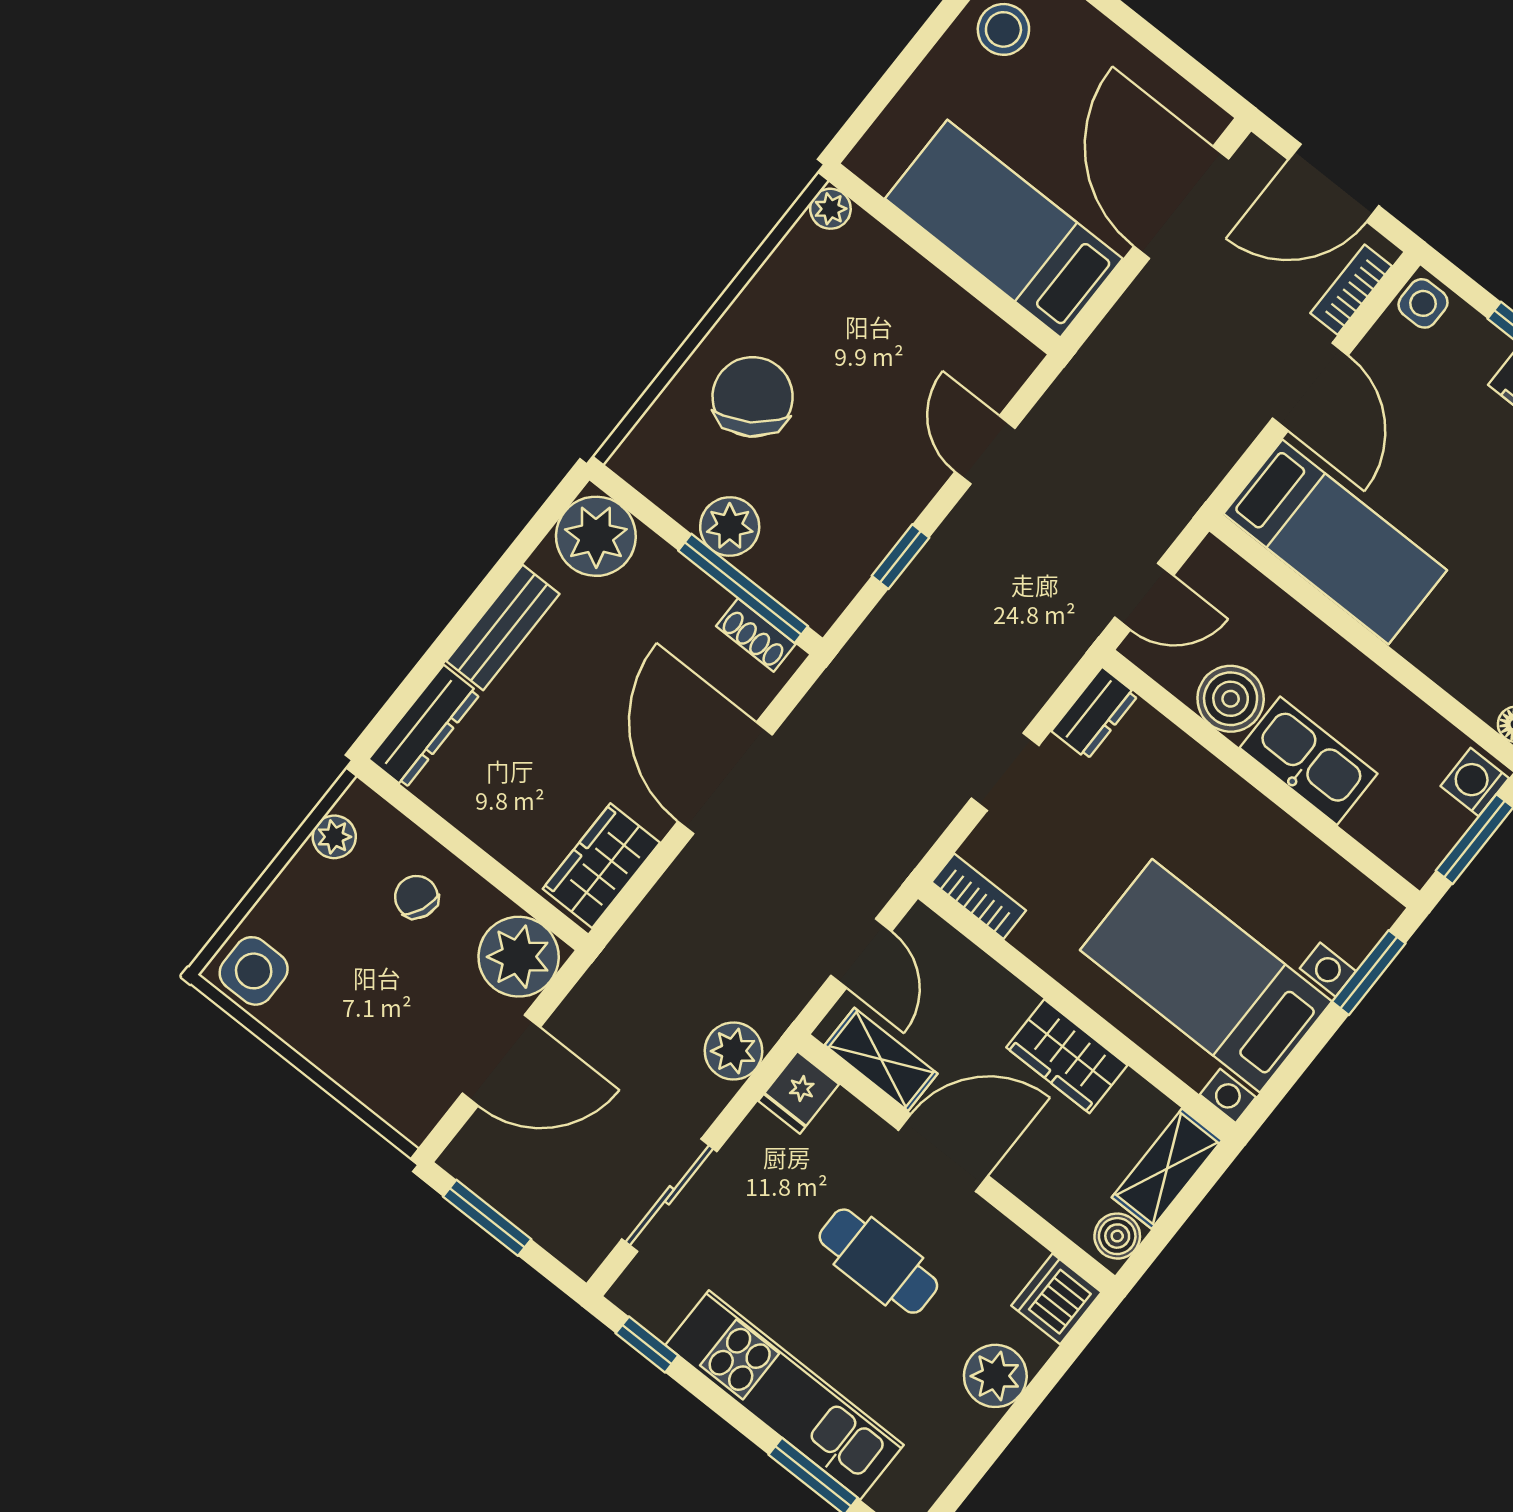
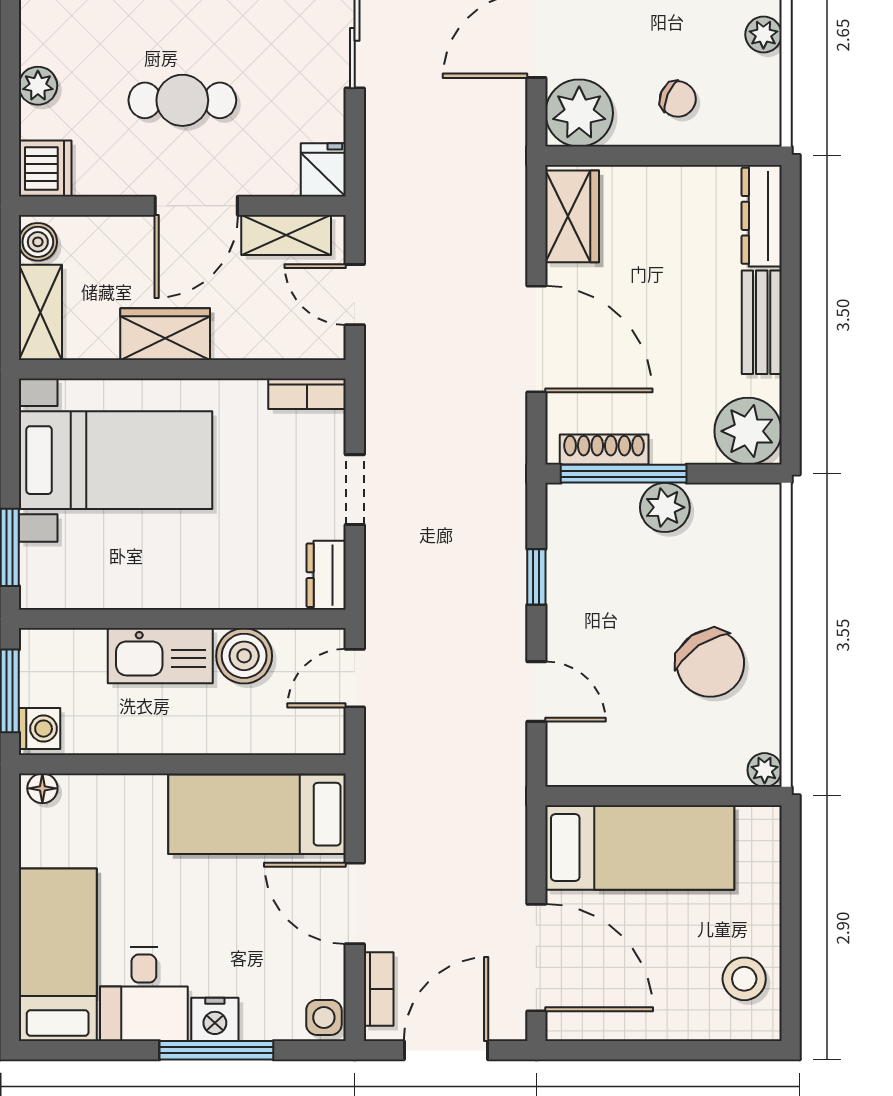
chair: (753, 397) -> (710, 663), moved
shoe rack: (756, 635) -> (604, 450), width x1.43
plant: (334, 837) -> (763, 35), moved
plant: (733, 1051) -> (388, 163), removed
plant: (995, 1376) -> (38, 86), width x0.73, depth x0.73

